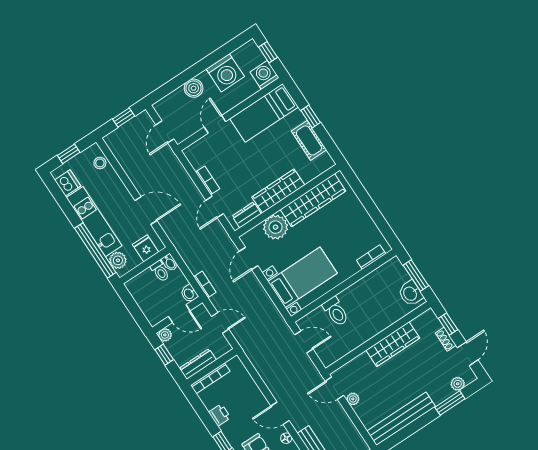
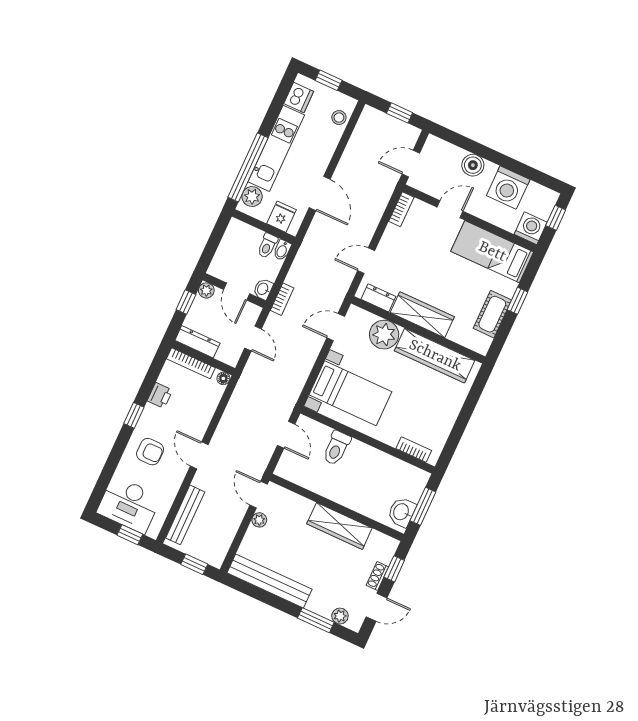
bookcase: (208, 180) -> (401, 209), moved
floor lamp: (286, 438) -> (223, 378), moved

